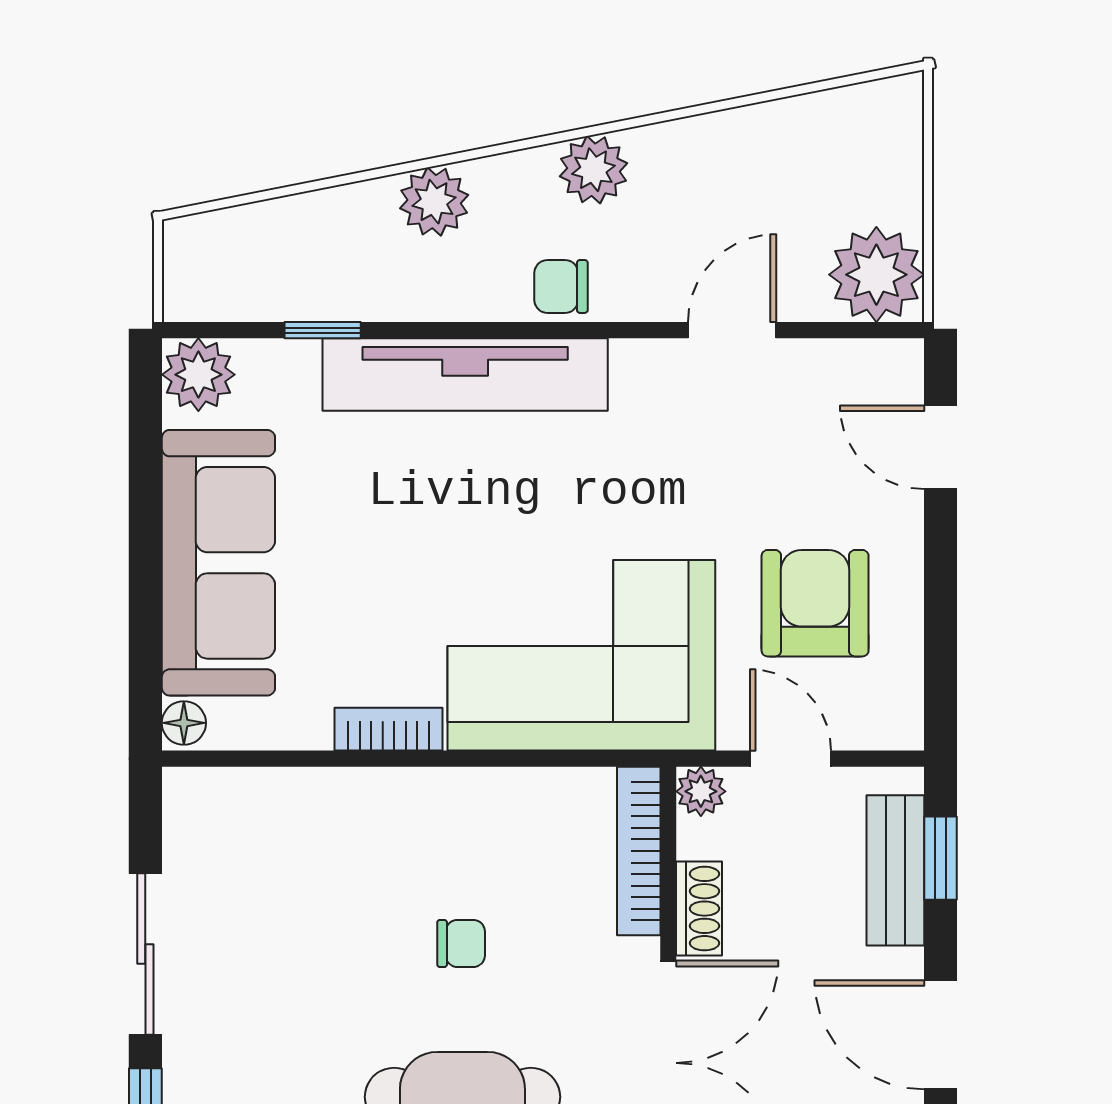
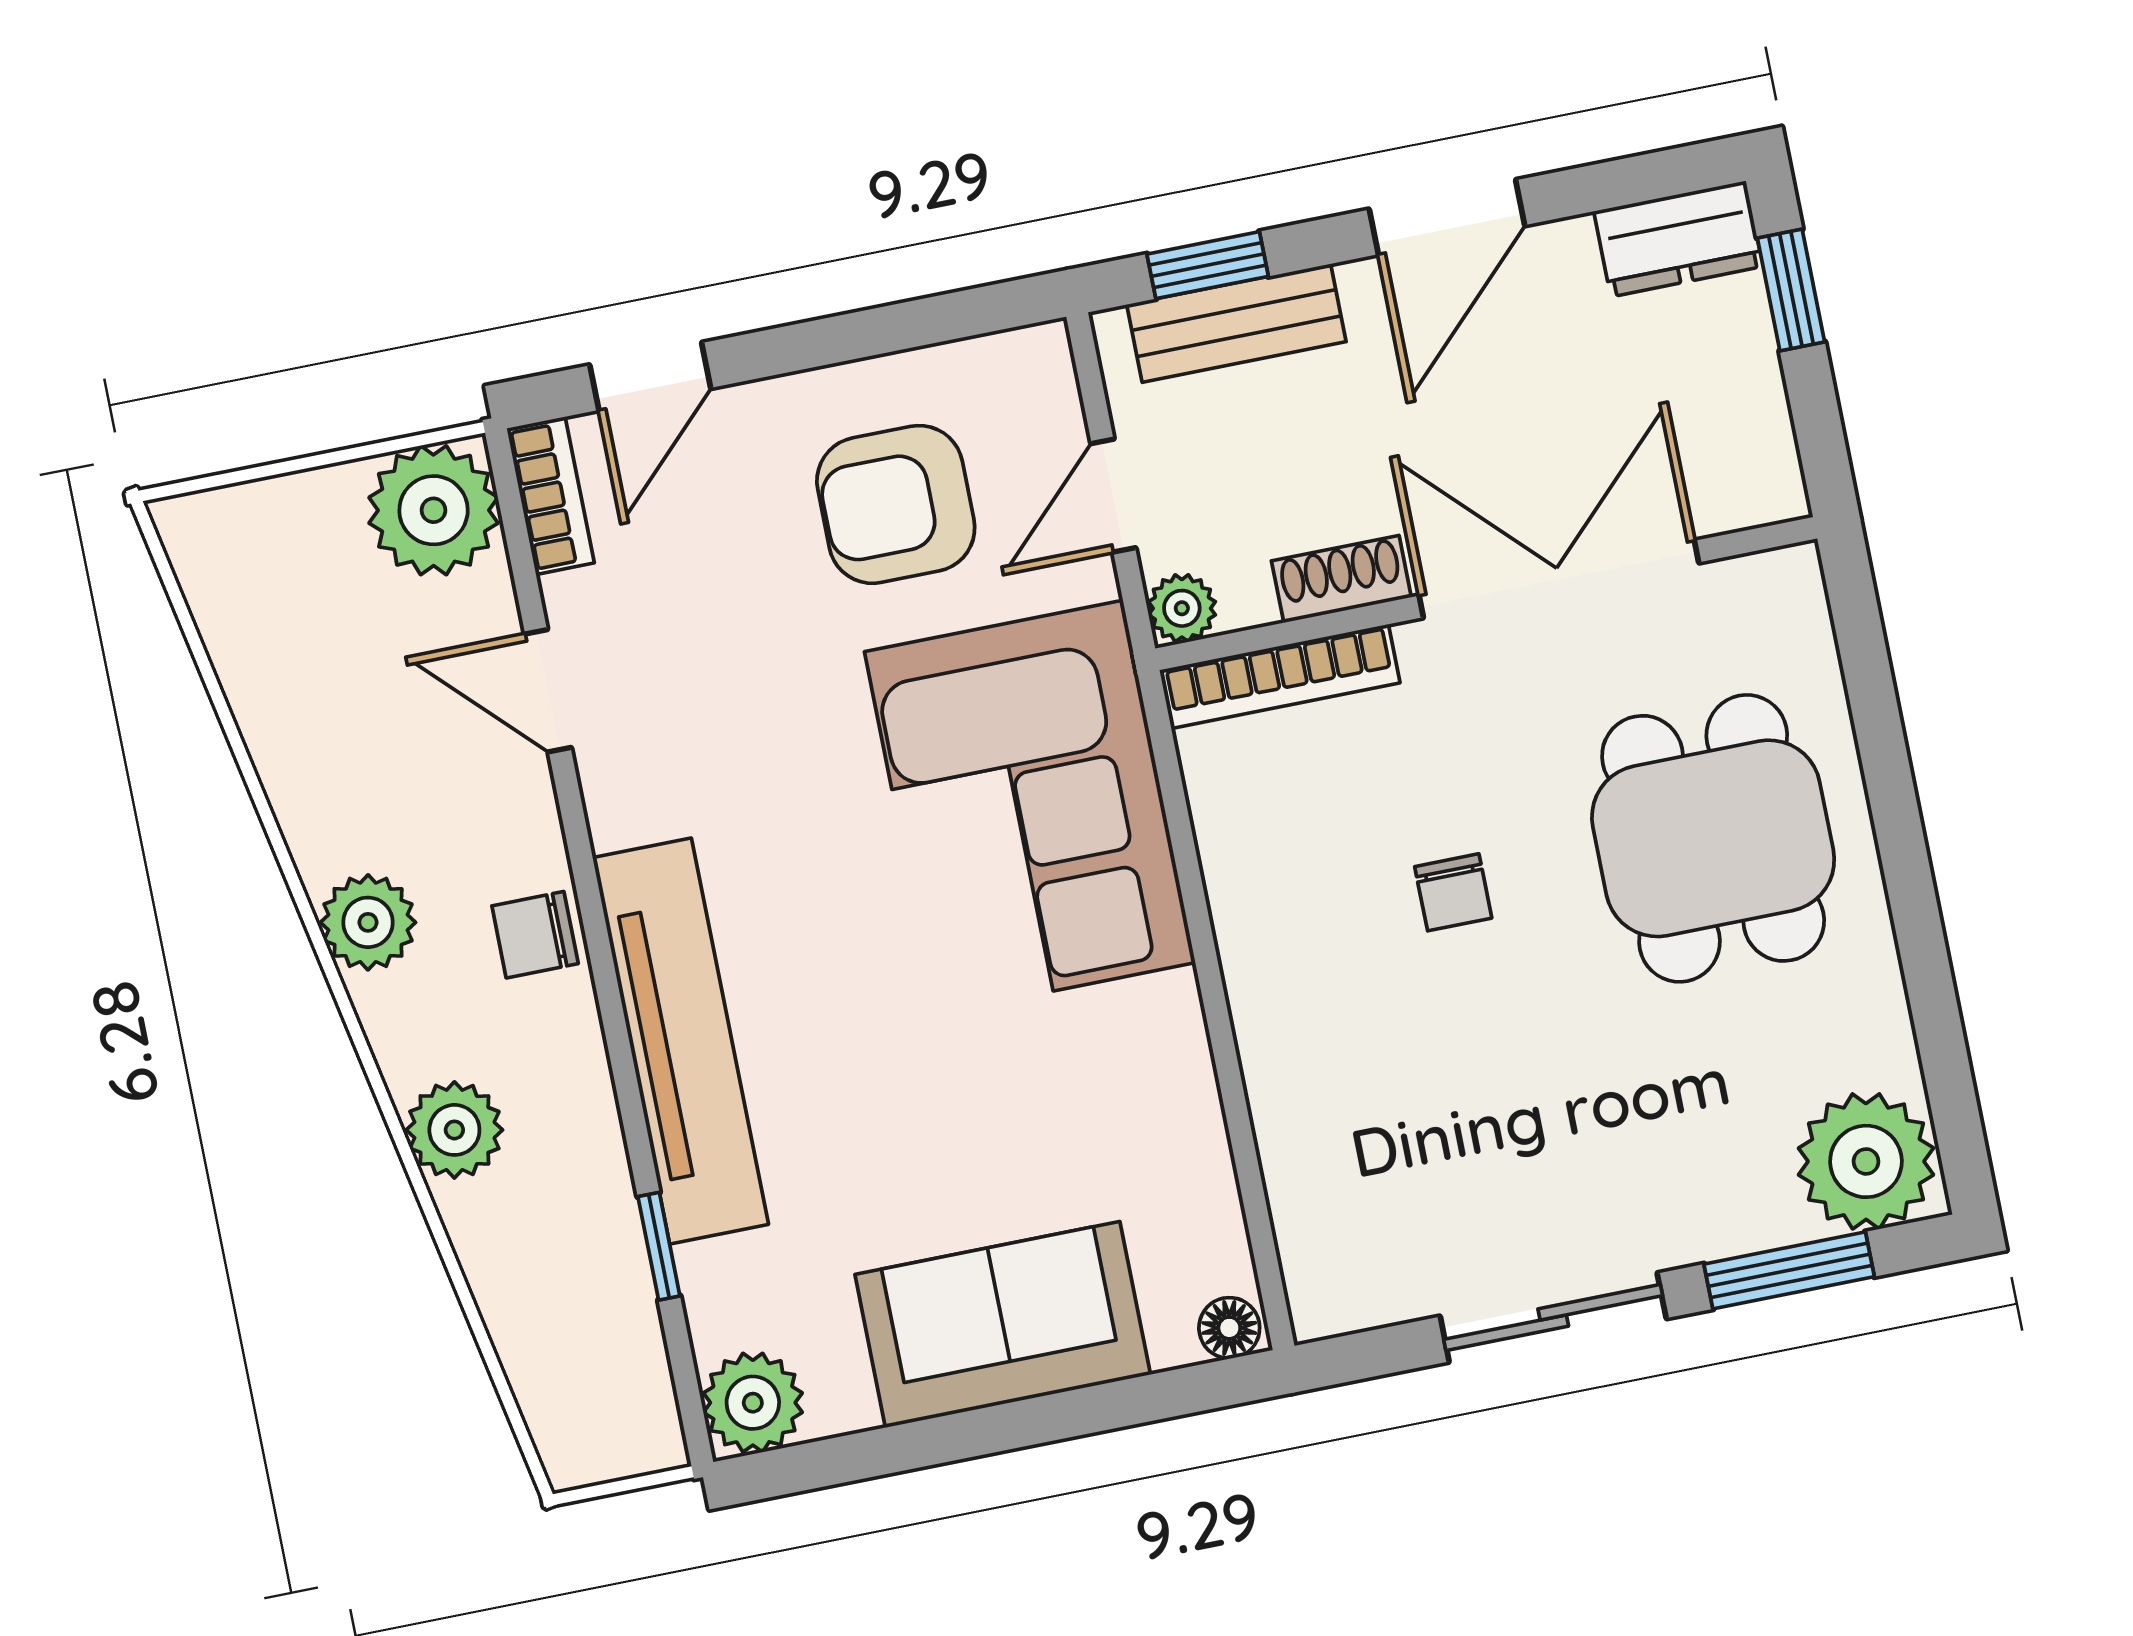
chair: (561, 286) -> (535, 935), turned 90
sofa: (218, 563) -> (1003, 1325), width x0.73
bookcase: (389, 729) -> (550, 496), moved, turned 180
chair: (461, 943) -> (1453, 892), turned 180

